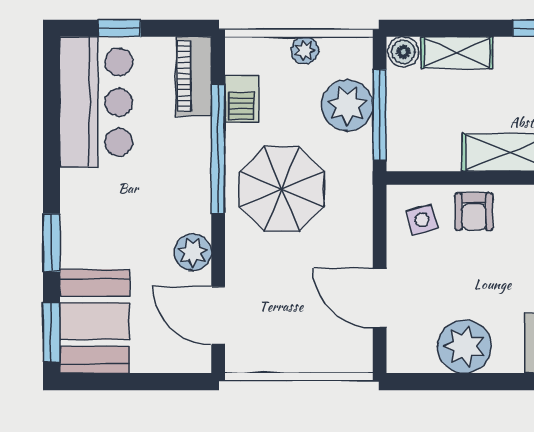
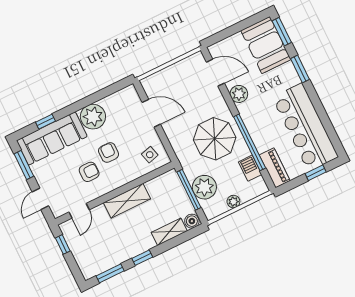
bar counter: (96, 102) -> (305, 127), width x1.36
armchair: (474, 212) -> (109, 153), moved
plant: (465, 346) -> (93, 117), moved

